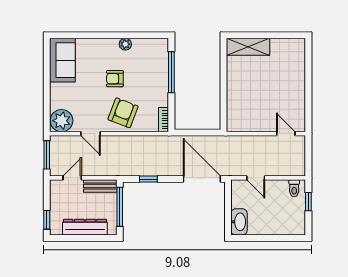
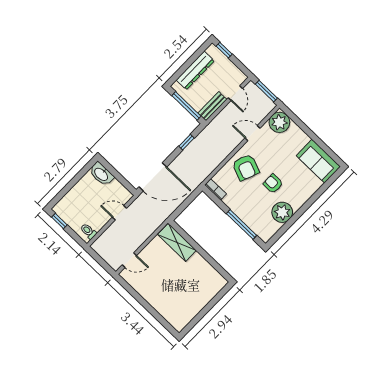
plant: (125, 44) -> (282, 212), width x1.88, depth x1.88
shelving: (248, 47) -> (177, 242), moved, turned 90
armchair: (115, 79) -> (273, 184), turned -90
window: (308, 202) -> (59, 221), moved

